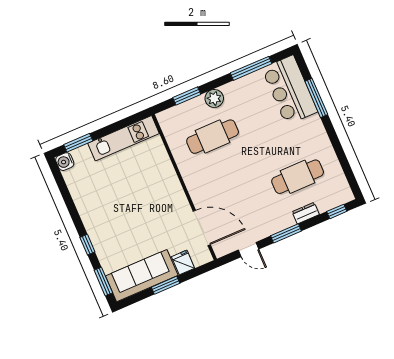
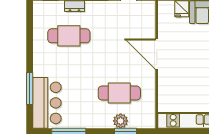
plant: (214, 98) -> (121, 121), moved
door: (202, 228) -> (157, 54), moved

